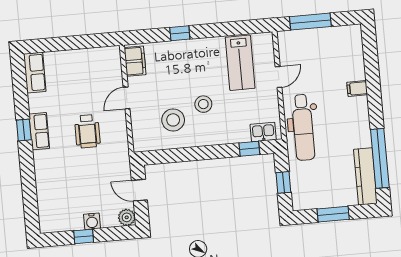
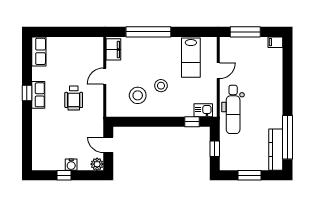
window: (180, 33) -> (148, 32), width x3.17
filing cabinet: (357, 88) -> (275, 42), moved

